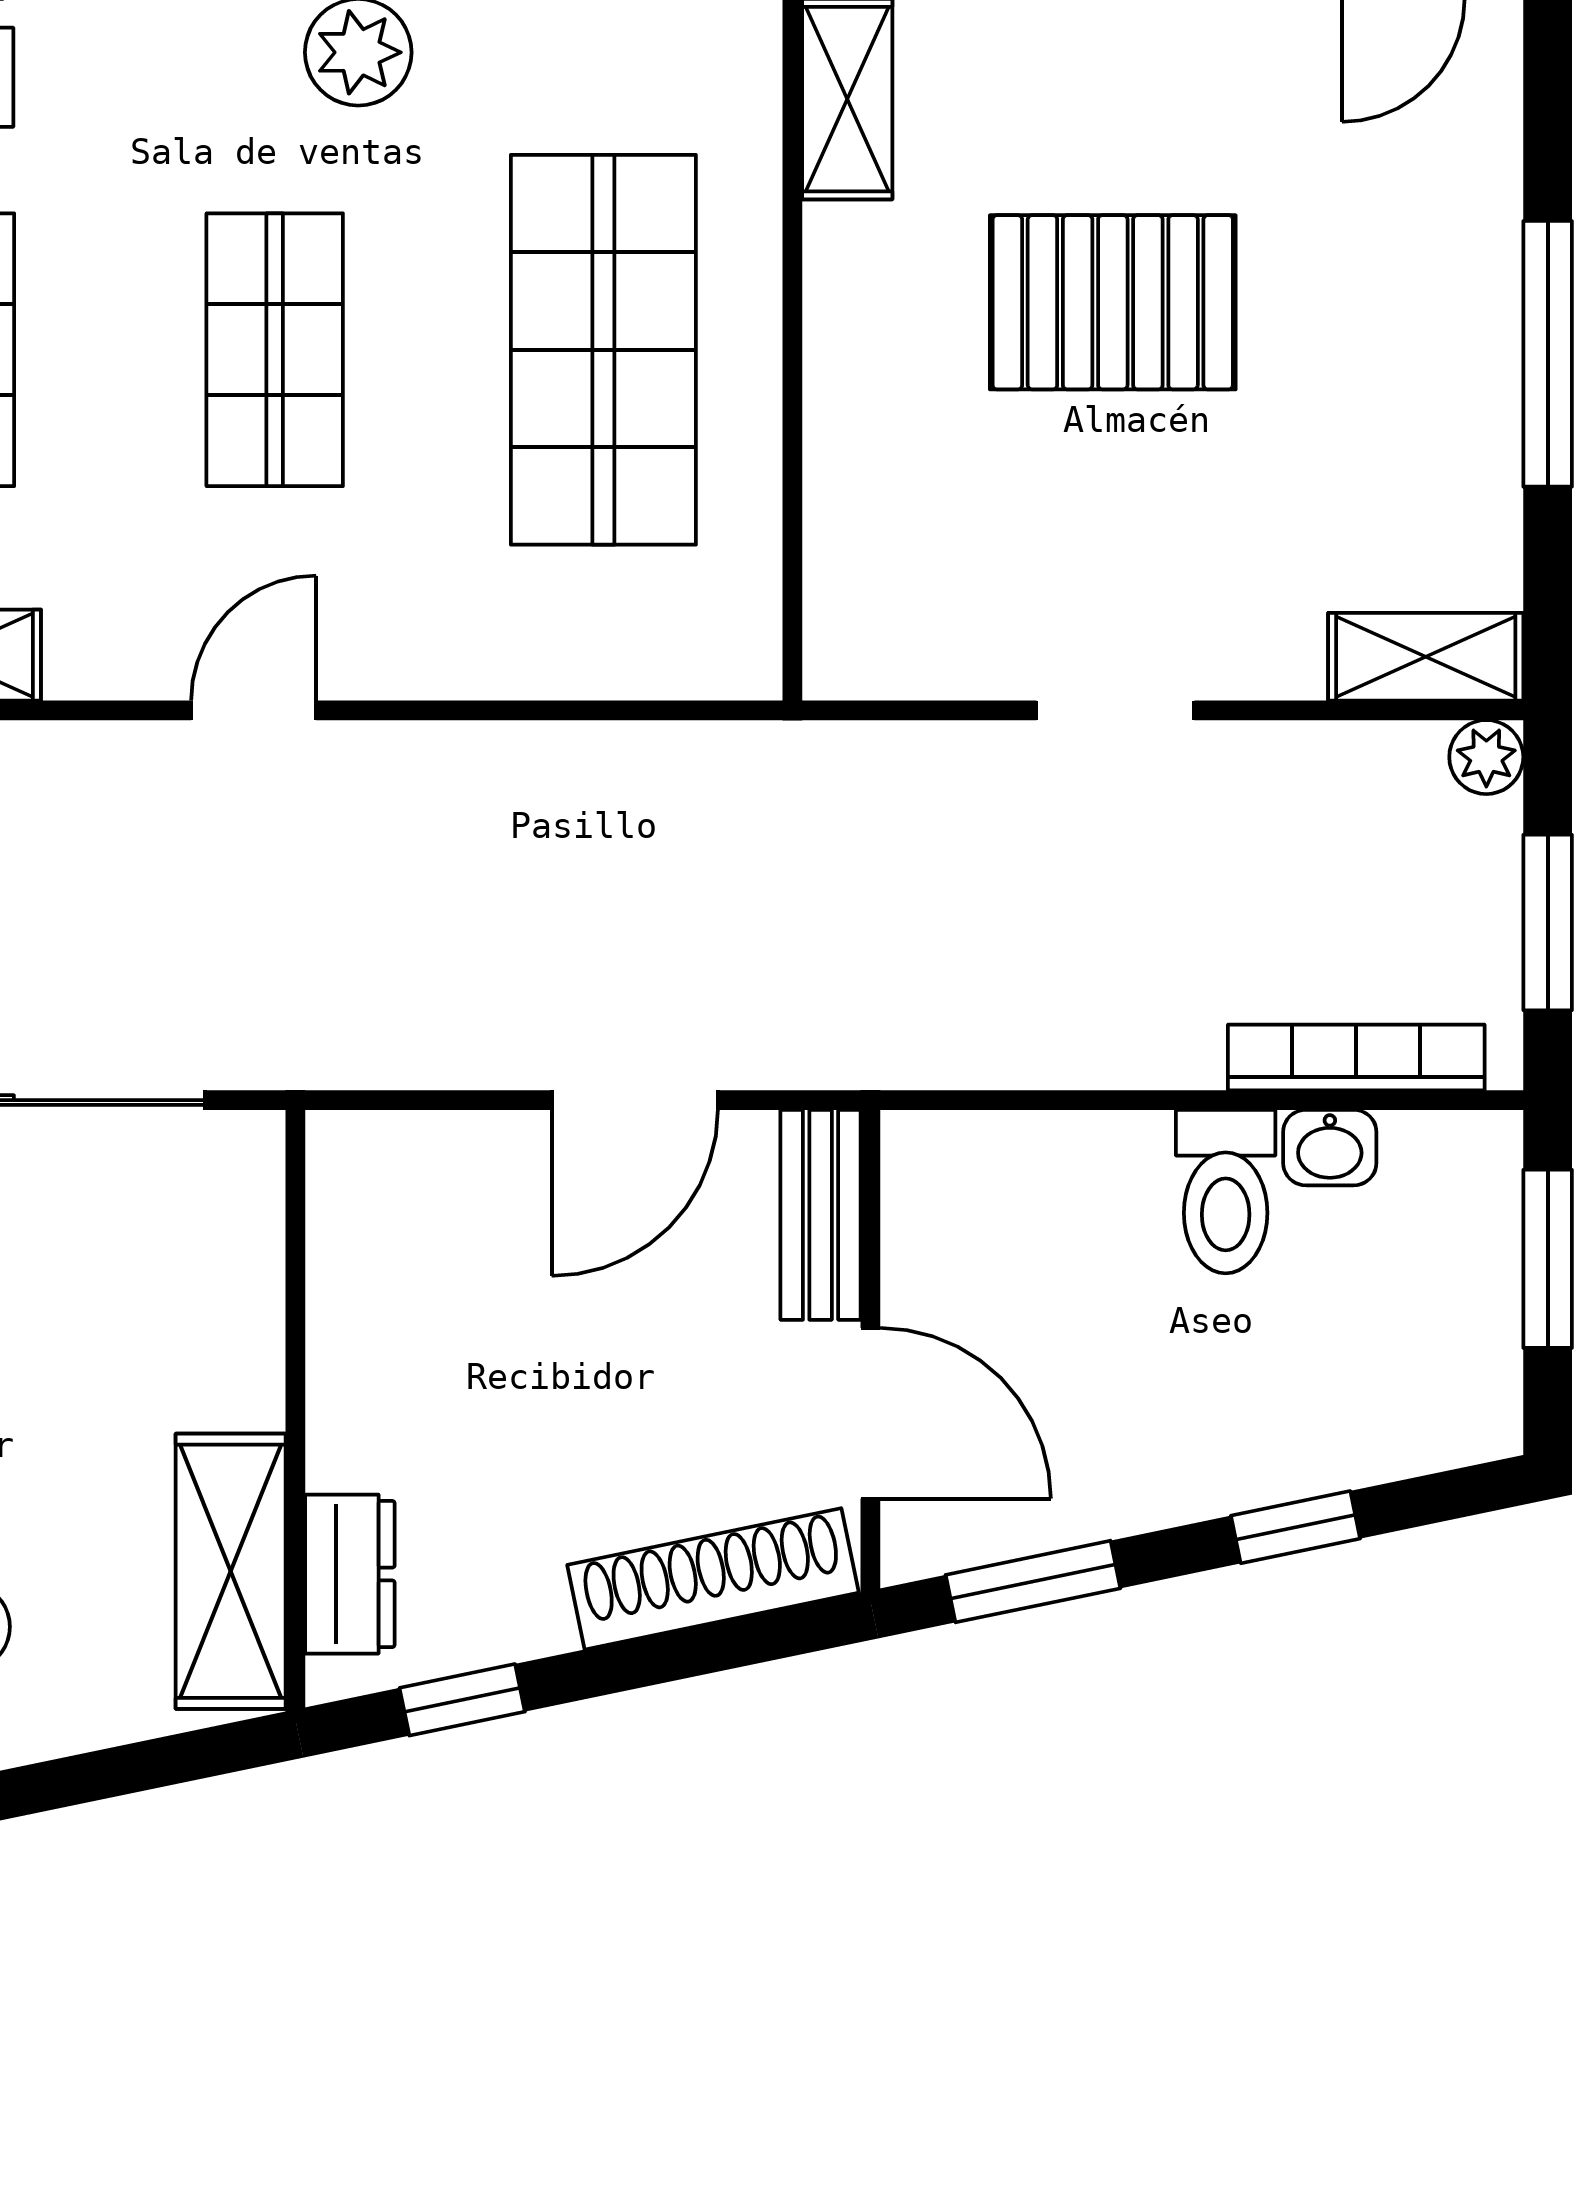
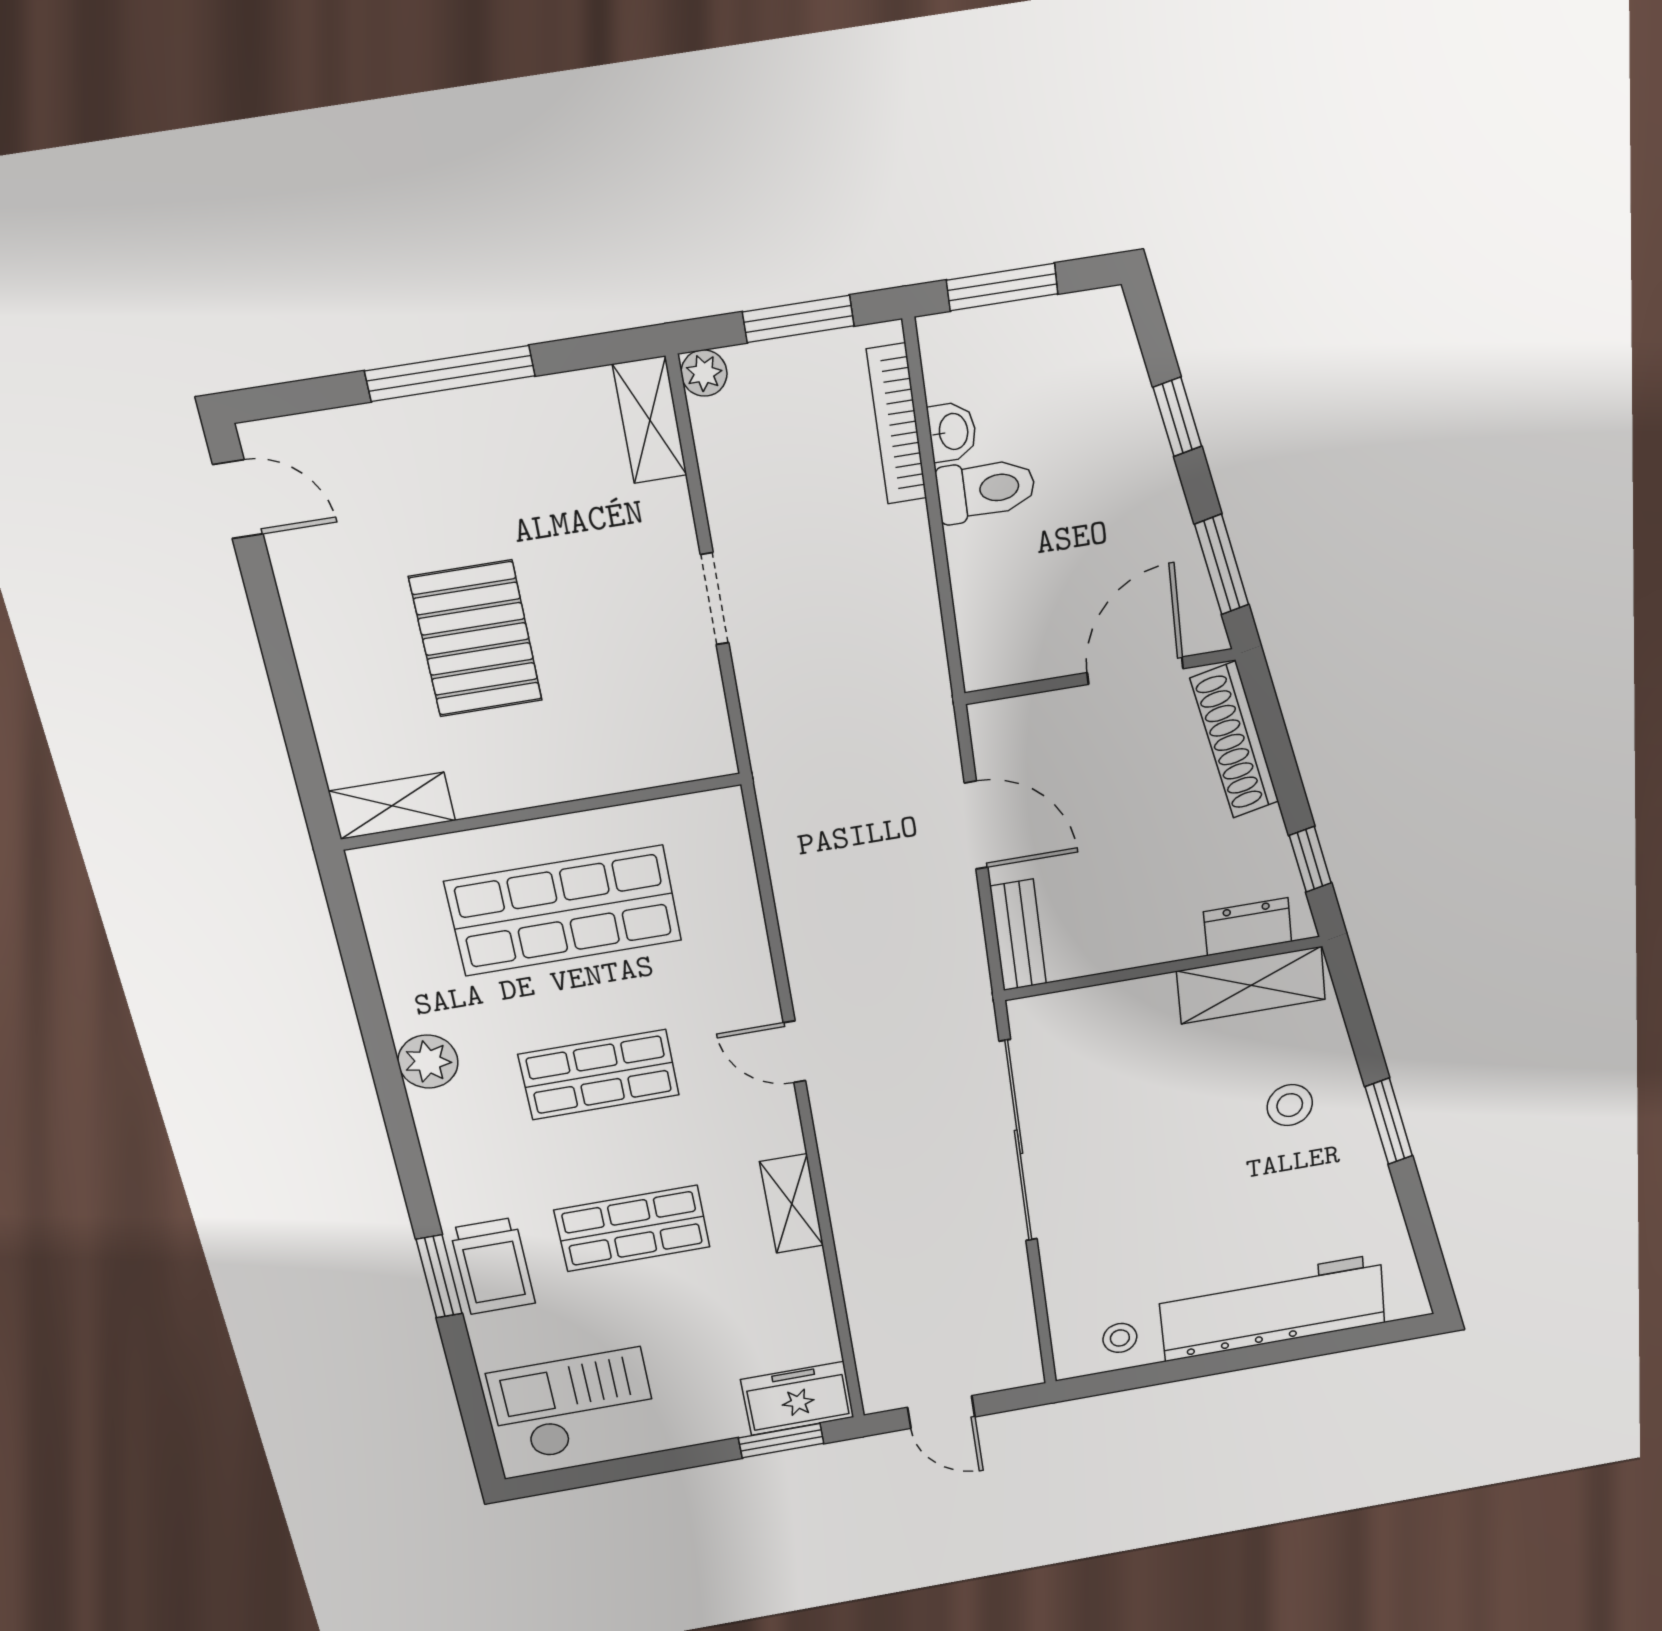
bench: (821, 1215) -> (1018, 935), moved, turned 90

